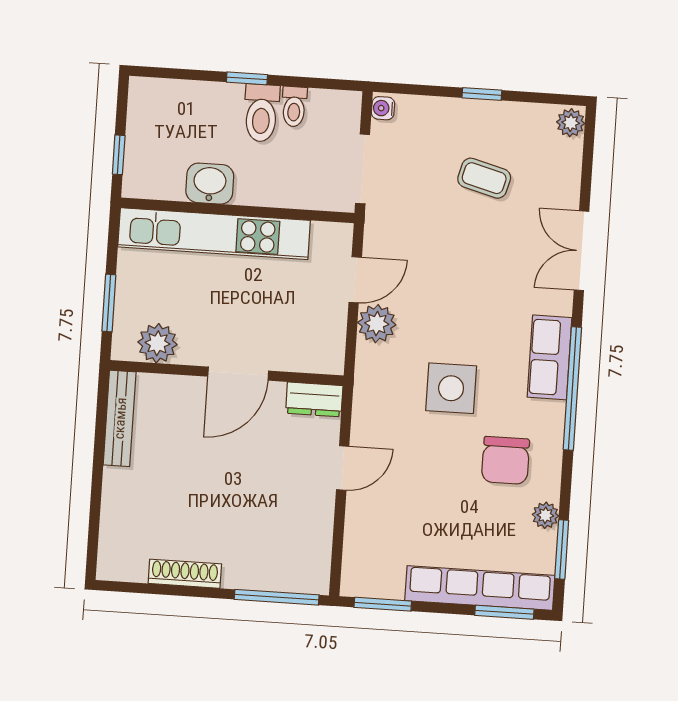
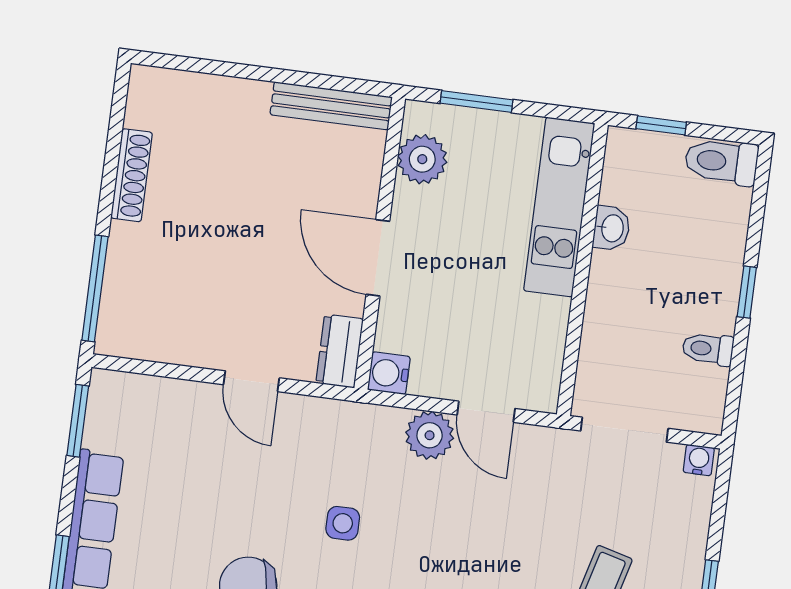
toilet: (261, 113) -> (721, 162), moved
washbasin: (210, 184) -> (612, 228), width x0.72, depth x0.69
kitchen unit: (214, 234) -> (559, 207), width x0.73
water cooler: (329, 359) -> (389, 373), added
side table: (451, 388) -> (343, 523), width x0.54, depth x0.54

